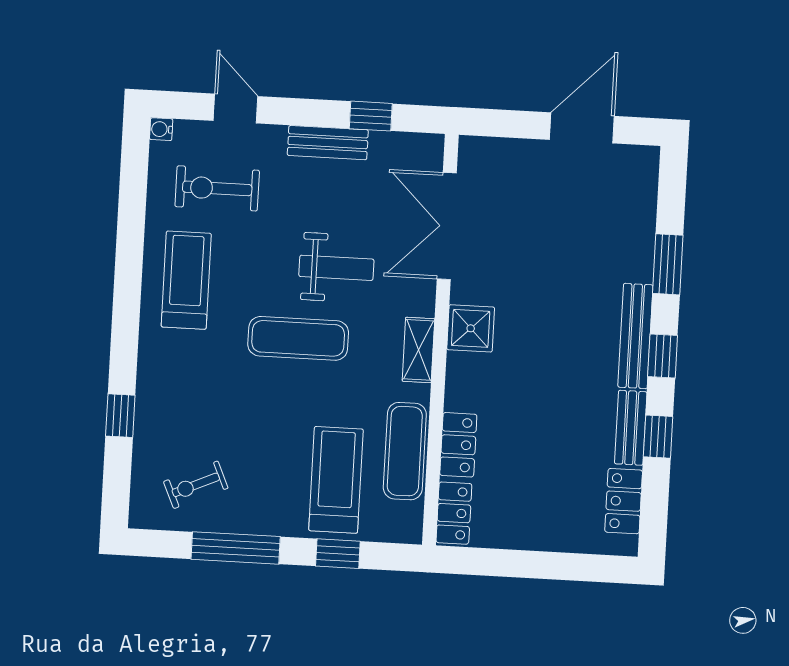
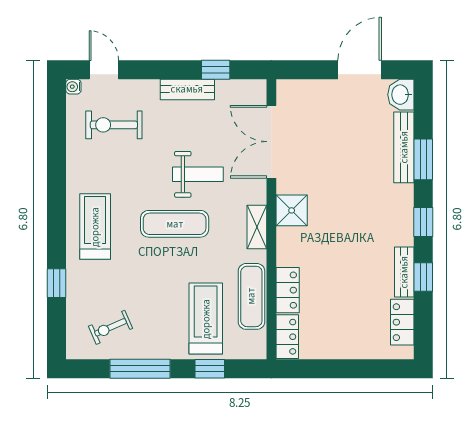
door: (236, 109) -> (104, 70), moved
washbasin: (640, 168) -> (401, 95), added
treadmill: (186, 280) -> (95, 227), moved
bench: (635, 336) -> (404, 147), moved

